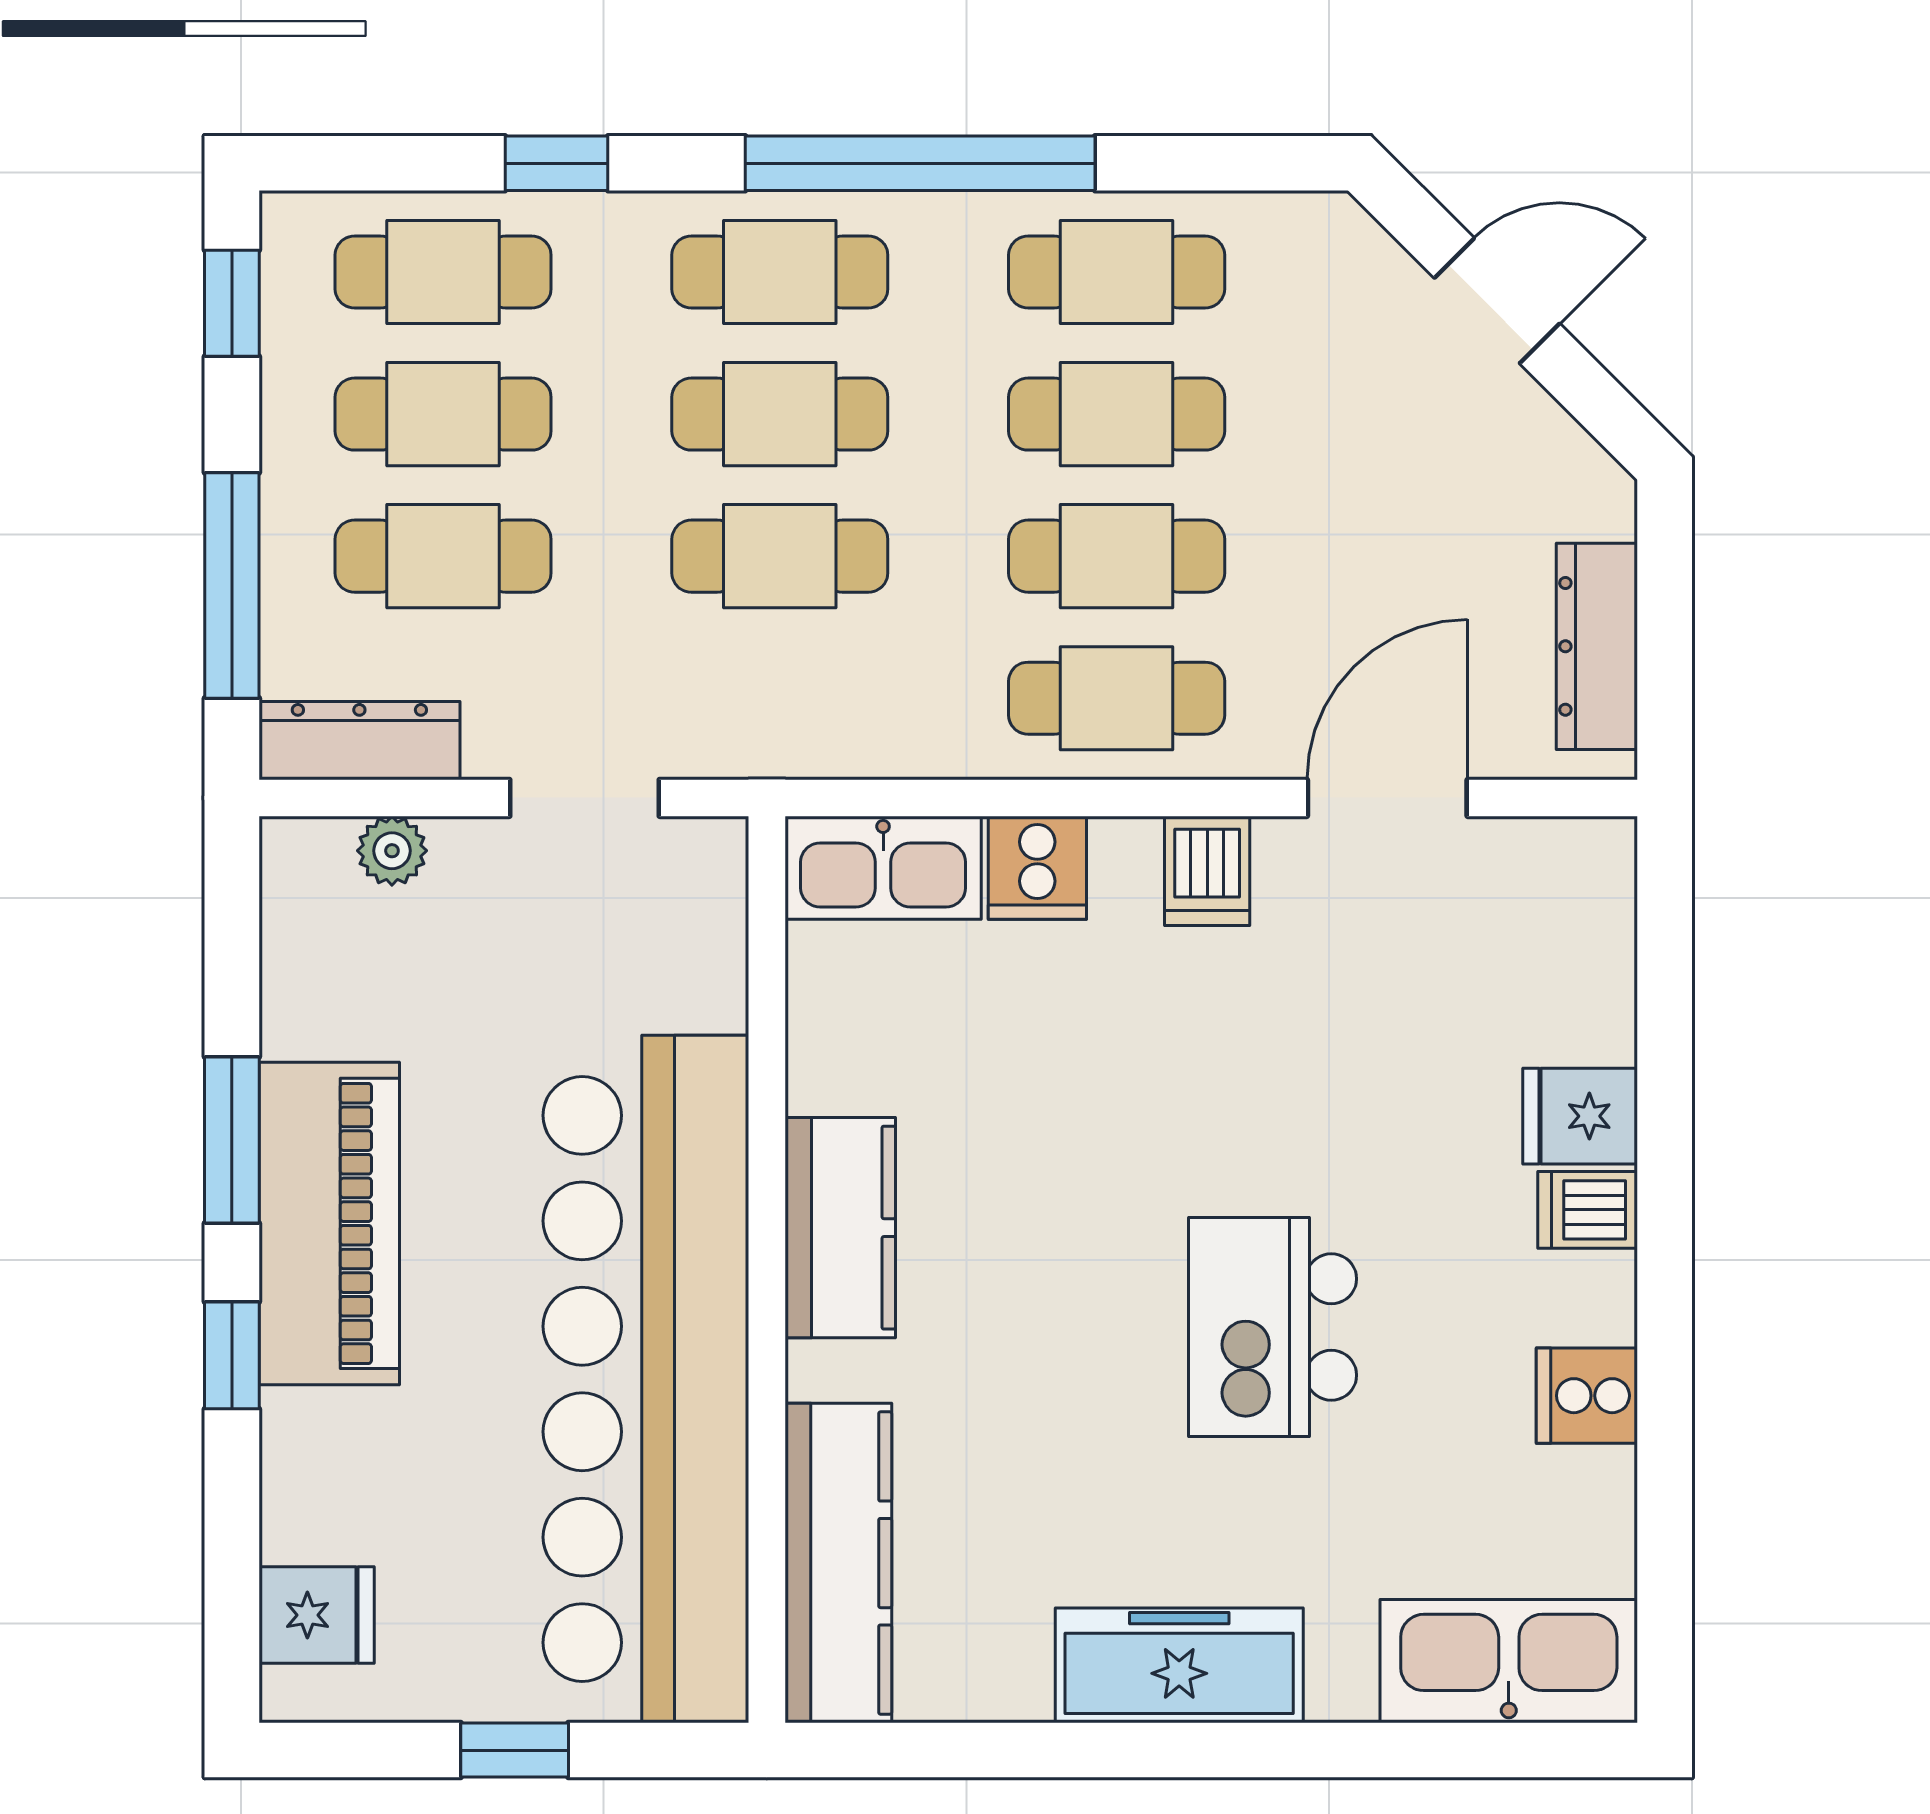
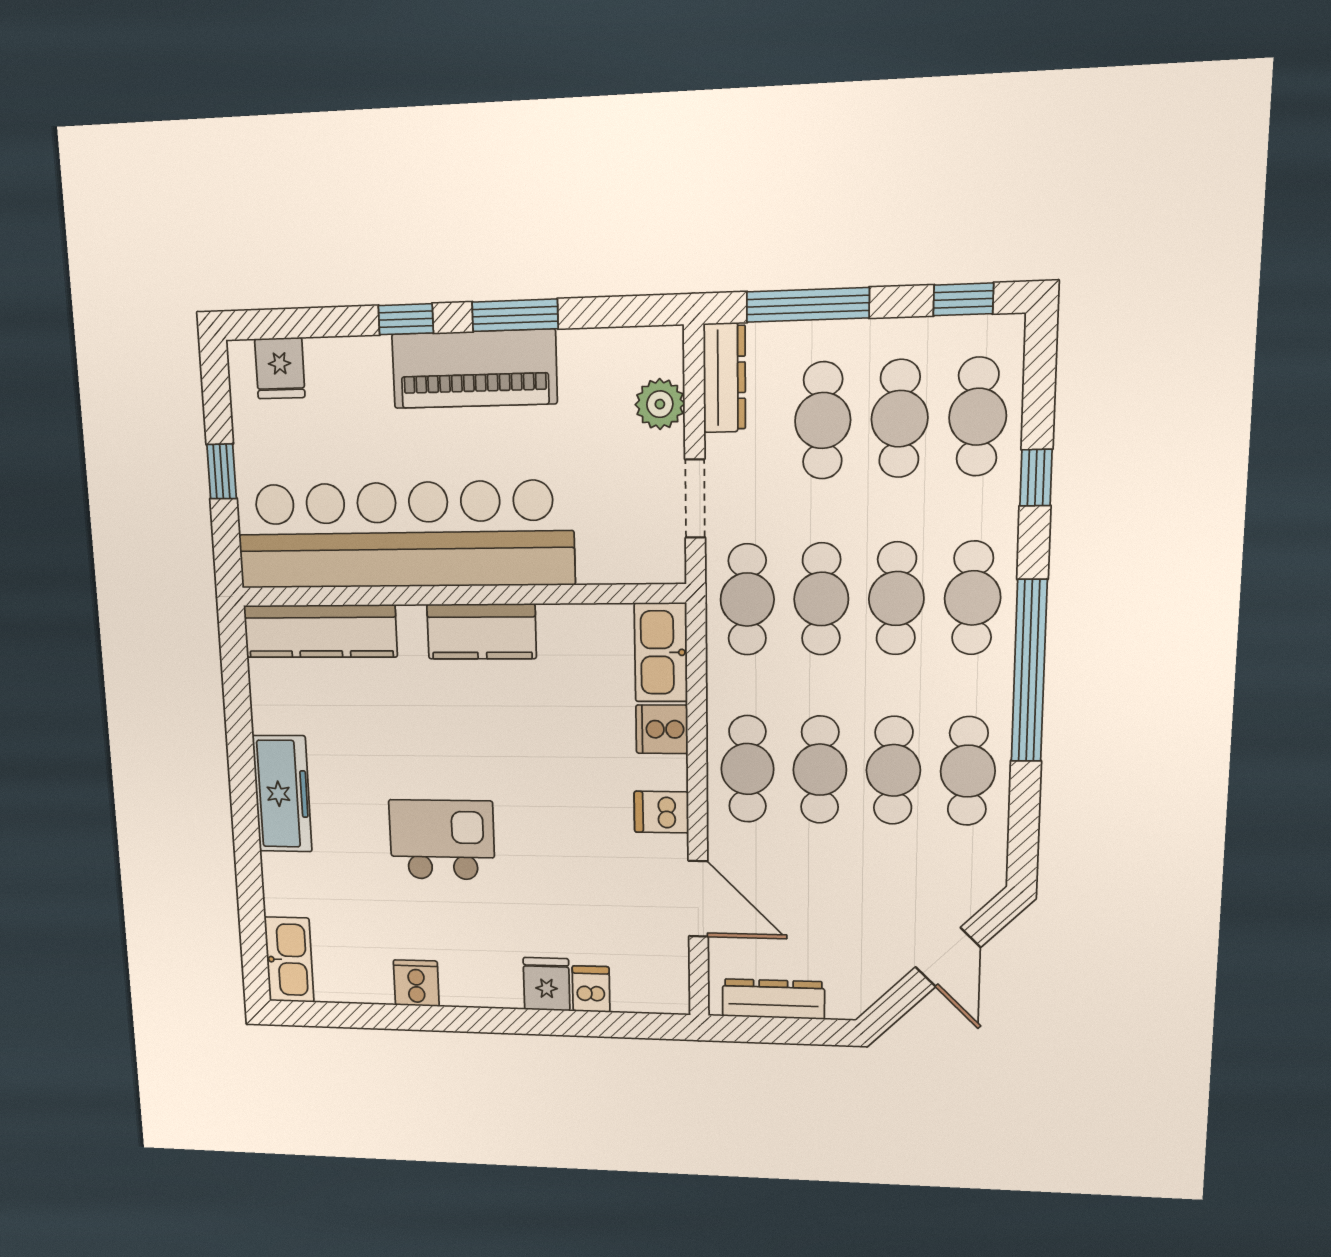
cafe table: (780, 698) -> (747, 600), added
plant: (392, 851) -> (660, 404), width x1.38, depth x1.38
dishwasher: (1588, 1210) -> (591, 989), moved
kitchen sink: (1509, 1661) -> (289, 960), width x0.73, depth x0.81

